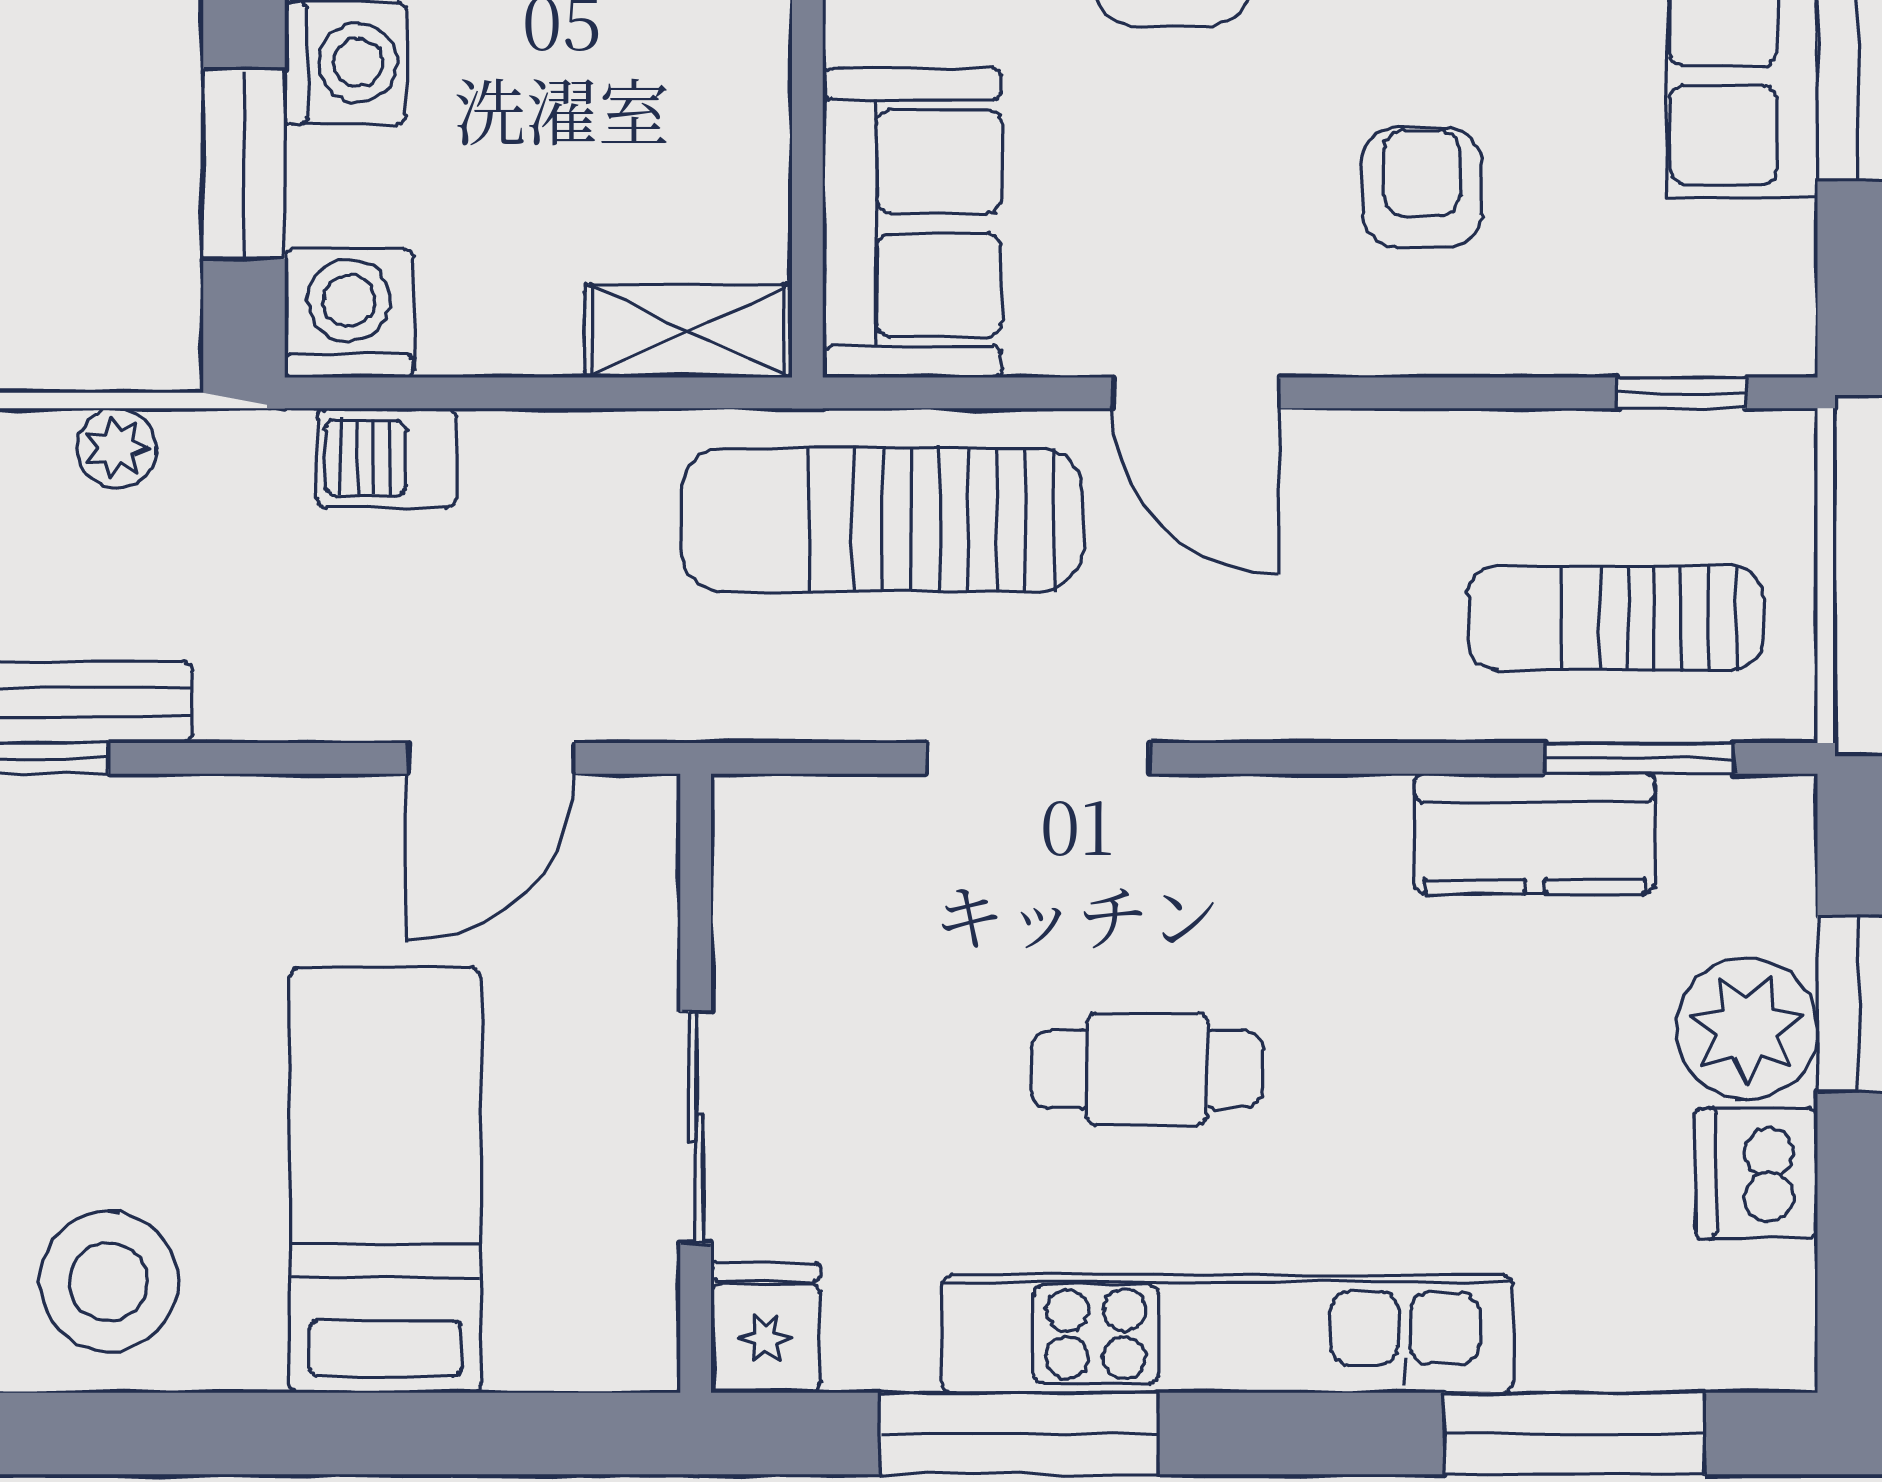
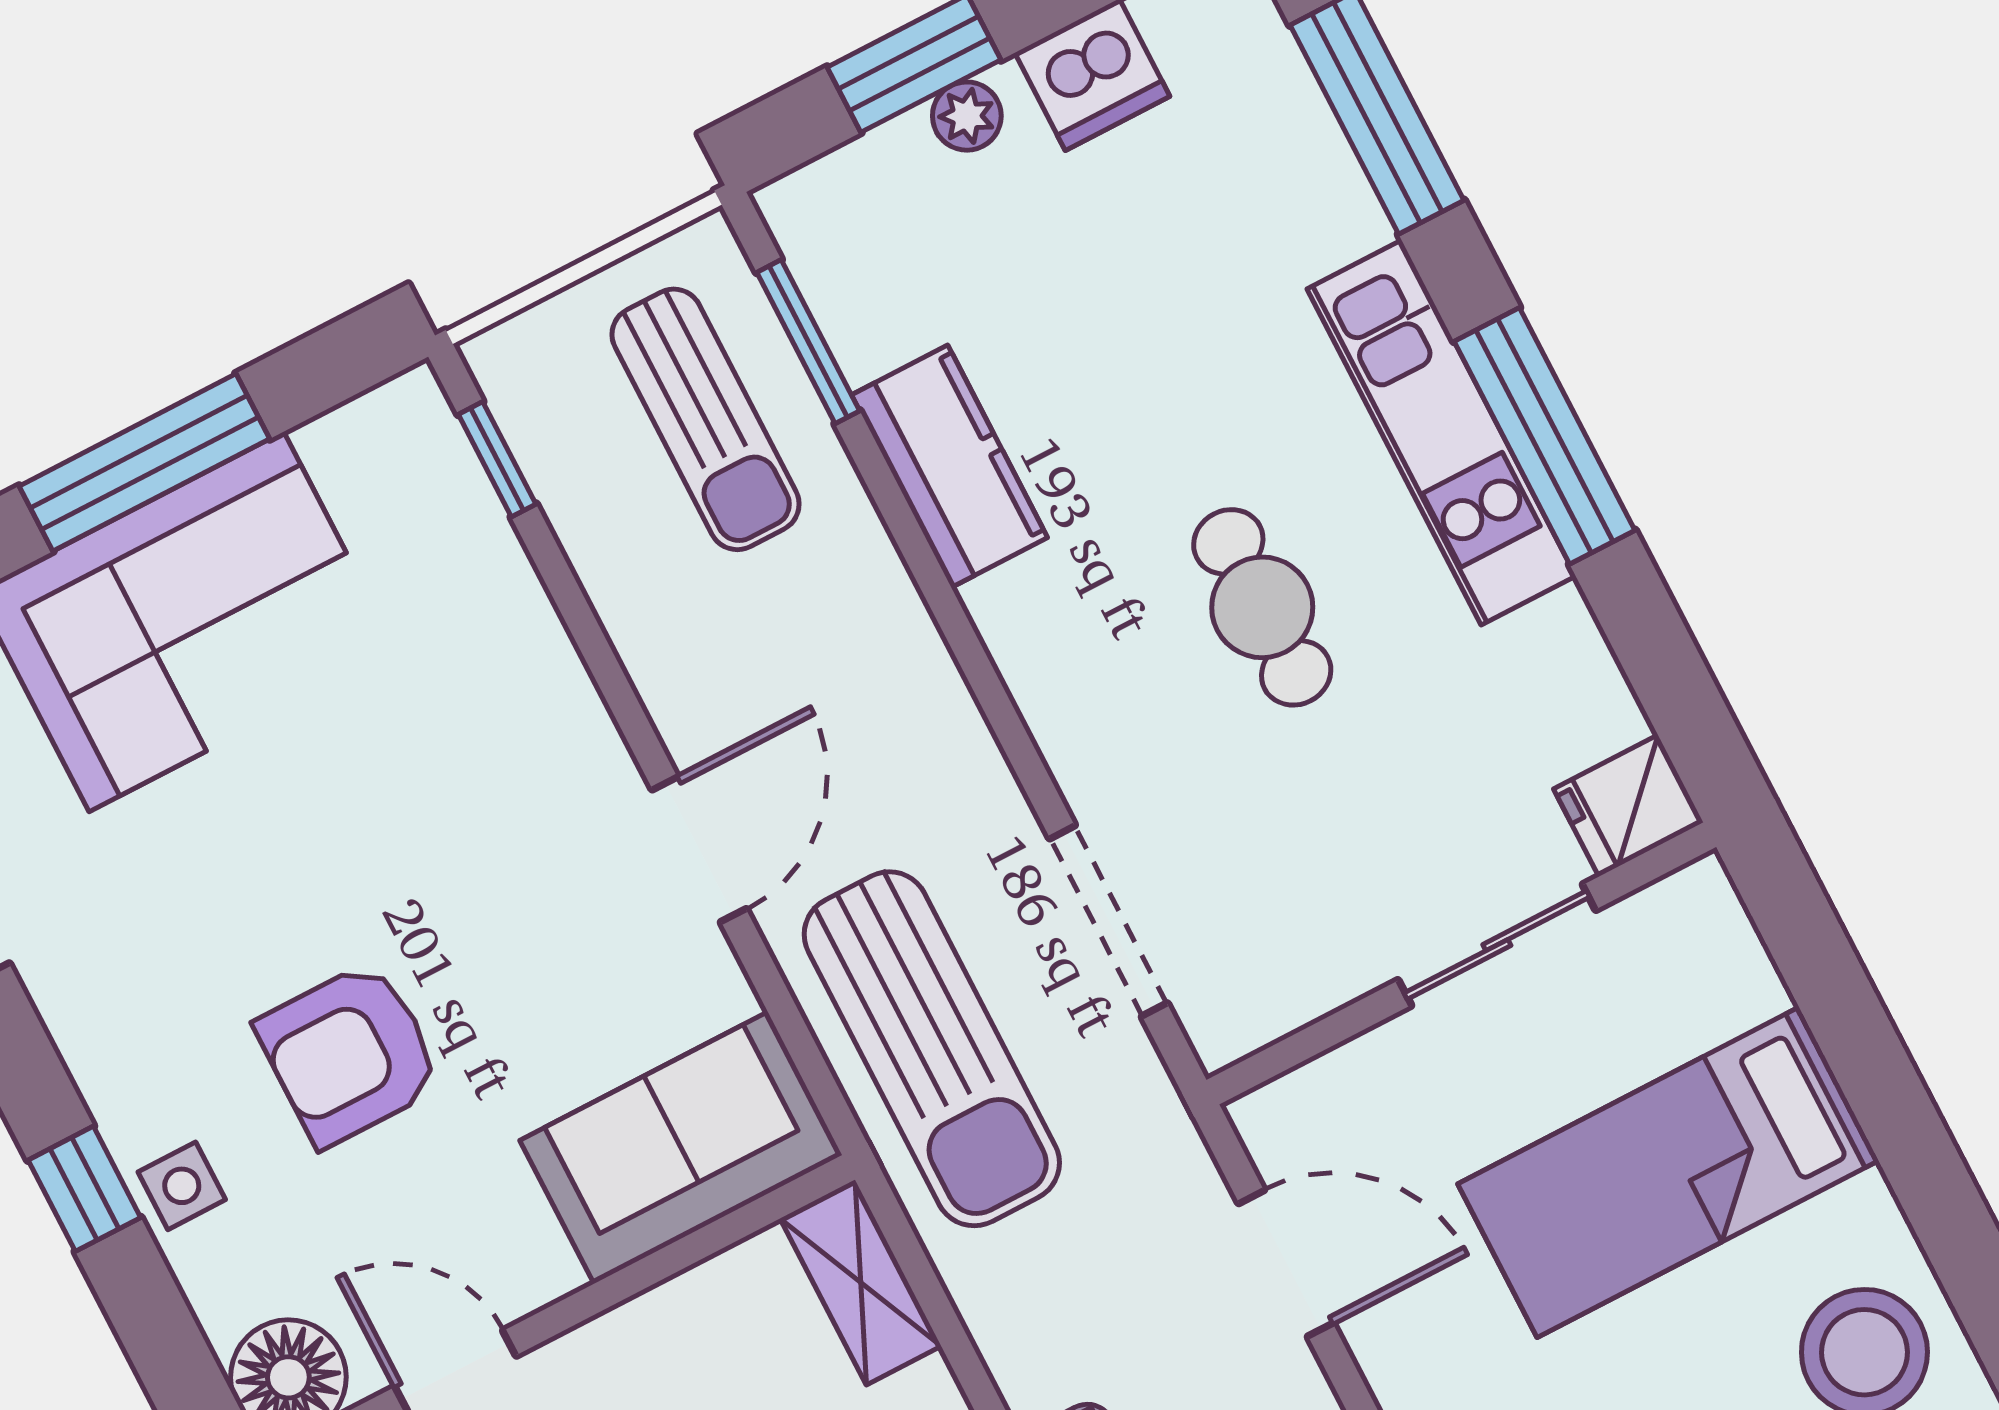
armchair: (1422, 187) -> (440, 753), removed
doorway: (1038, 758) -> (1108, 921), moved
kitchen counter: (1535, 834) -> (949, 466), moved
plant: (1747, 1029) -> (967, 116), width x0.53, depth x0.53
kitchen unit: (1227, 1334) -> (1441, 433), width x0.73
window: (1019, 1434) -> (1545, 436), moved

